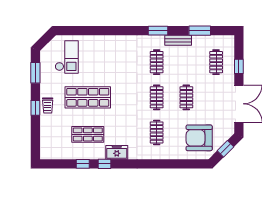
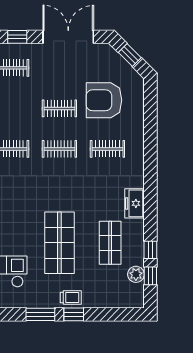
window: (35, 73) -> (40, 314), moved
armchair: (199, 138) -> (104, 100), moved, turned 90
plant: (65, 153) -> (136, 274), added
window: (104, 164) -> (150, 276), moved

